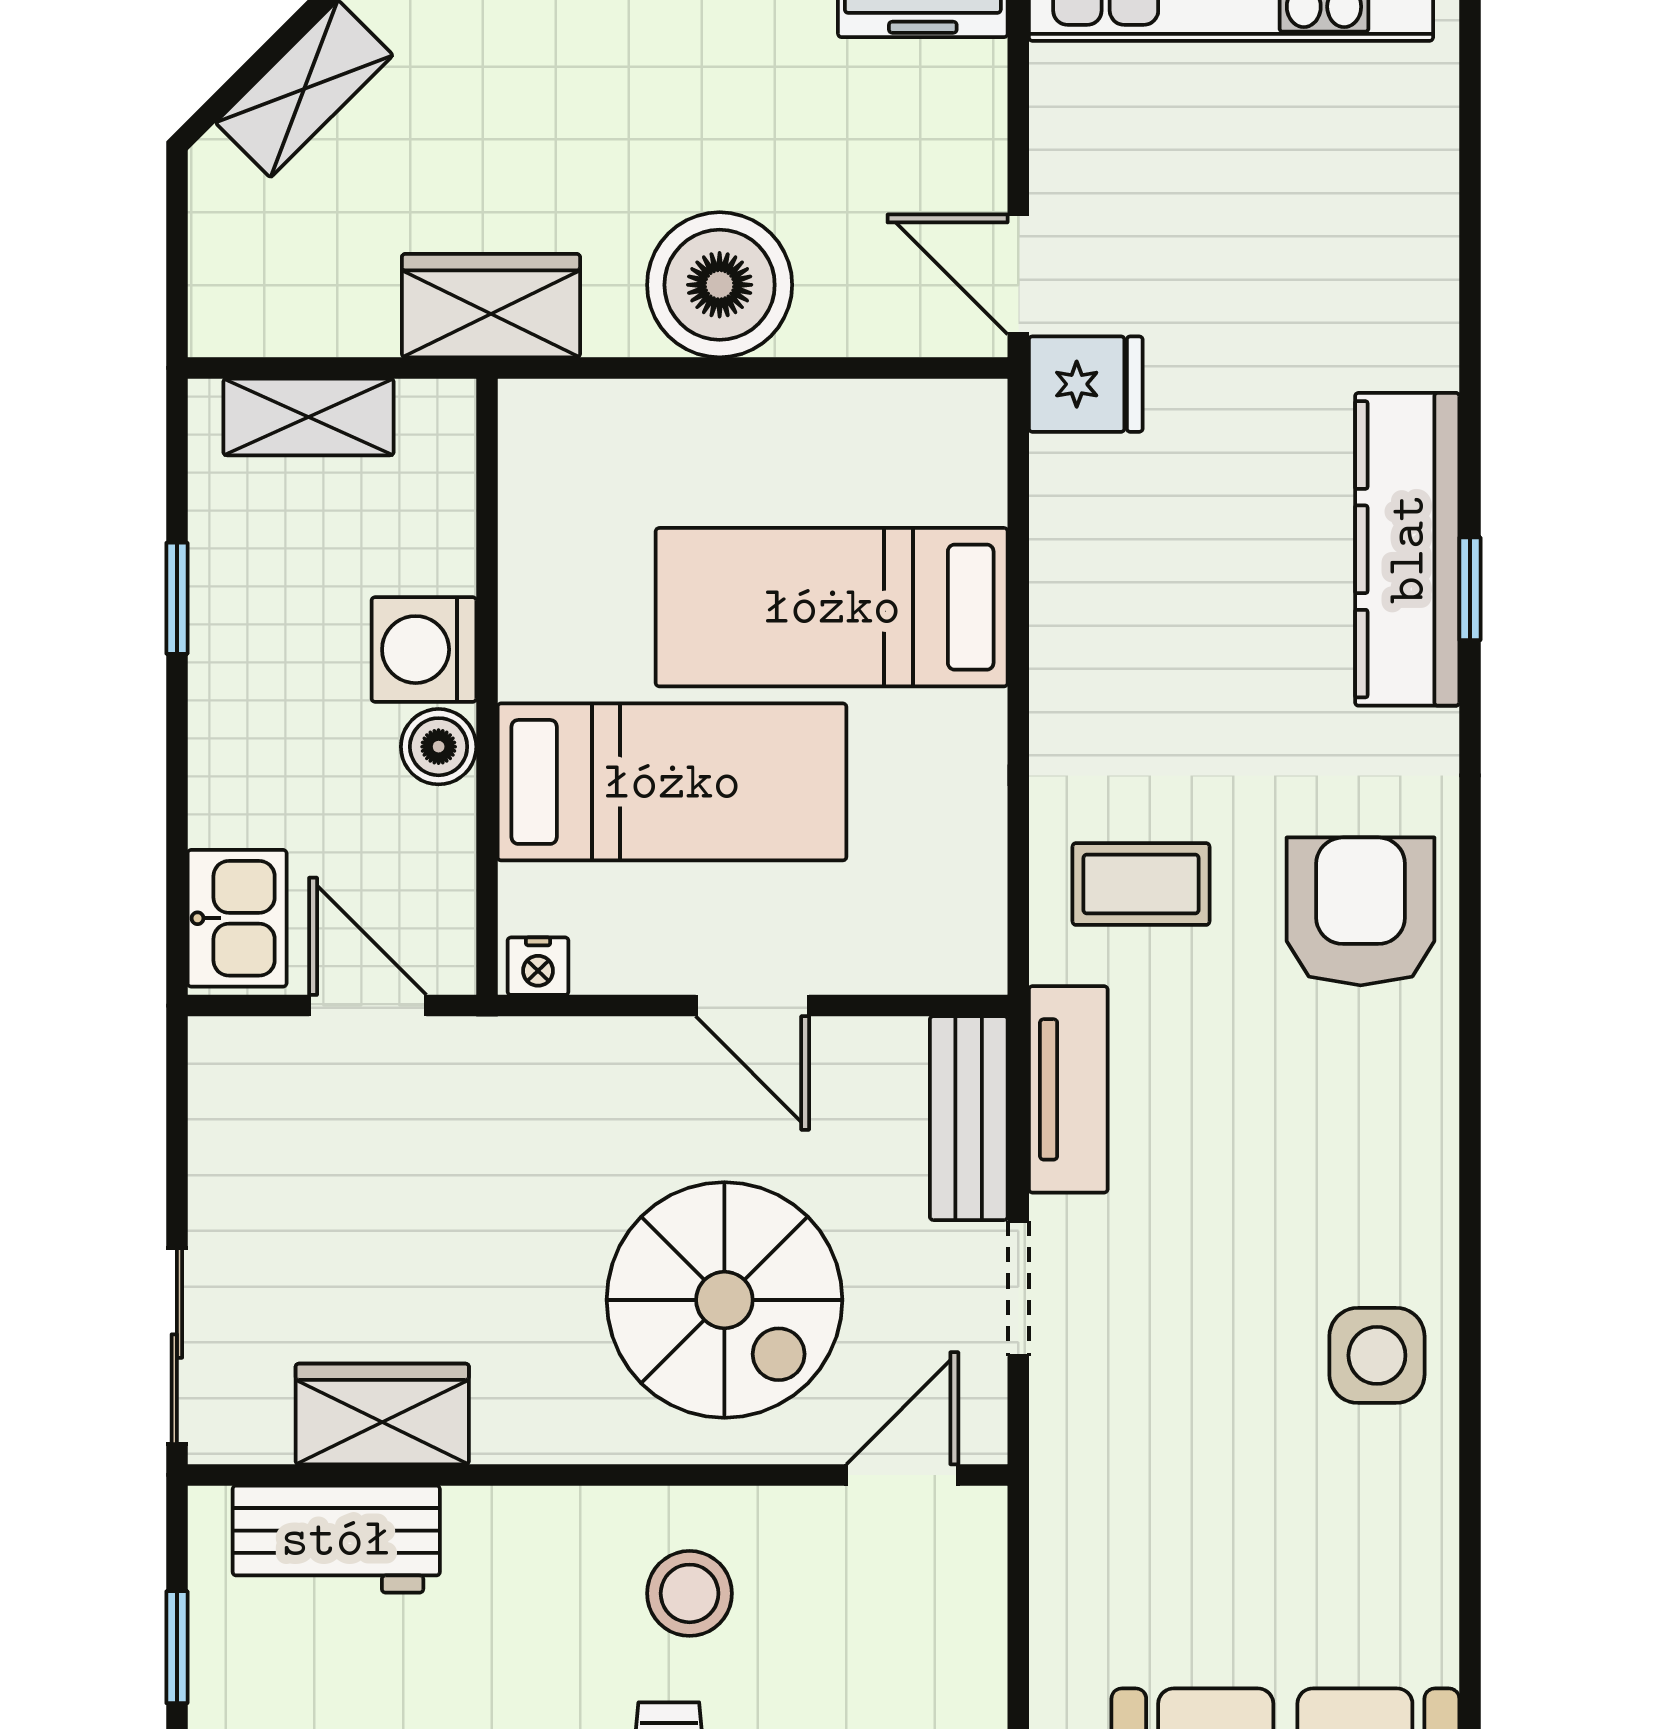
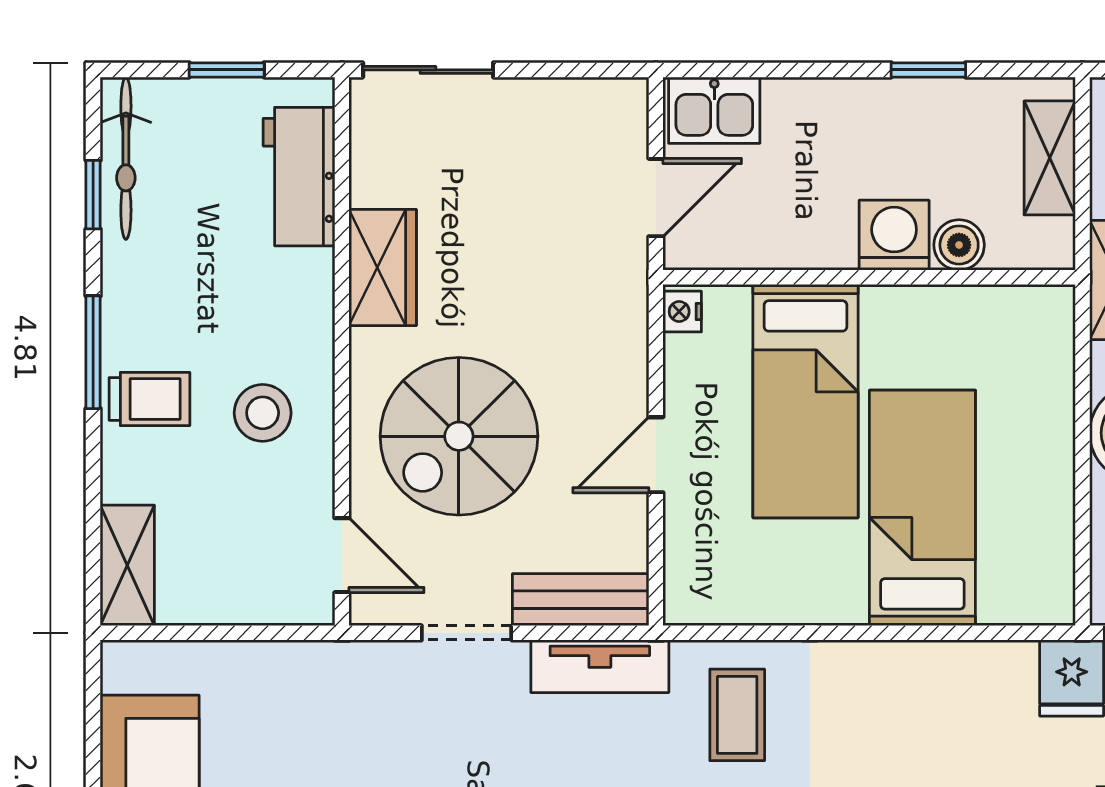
boiler: (439, 747) -> (959, 245), moved
wardrobe: (382, 1414) -> (383, 268), moved

